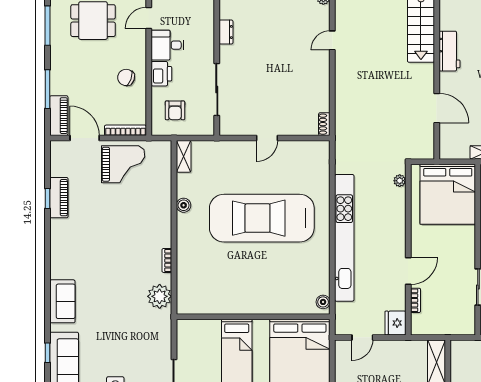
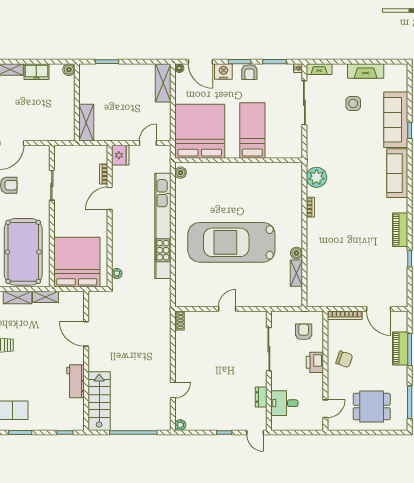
desk: (167, 45) -> (284, 403), moved, turned 180
piano: (59, 116) -> (400, 348), moved
shelving: (184, 156) -> (296, 273), moved
grand piano: (123, 164) -> (347, 287), removed
piano: (59, 198) -> (400, 230), moved
car: (262, 218) -> (231, 242), turned 180
sofa: (62, 301) -> (397, 173), width x1.36

